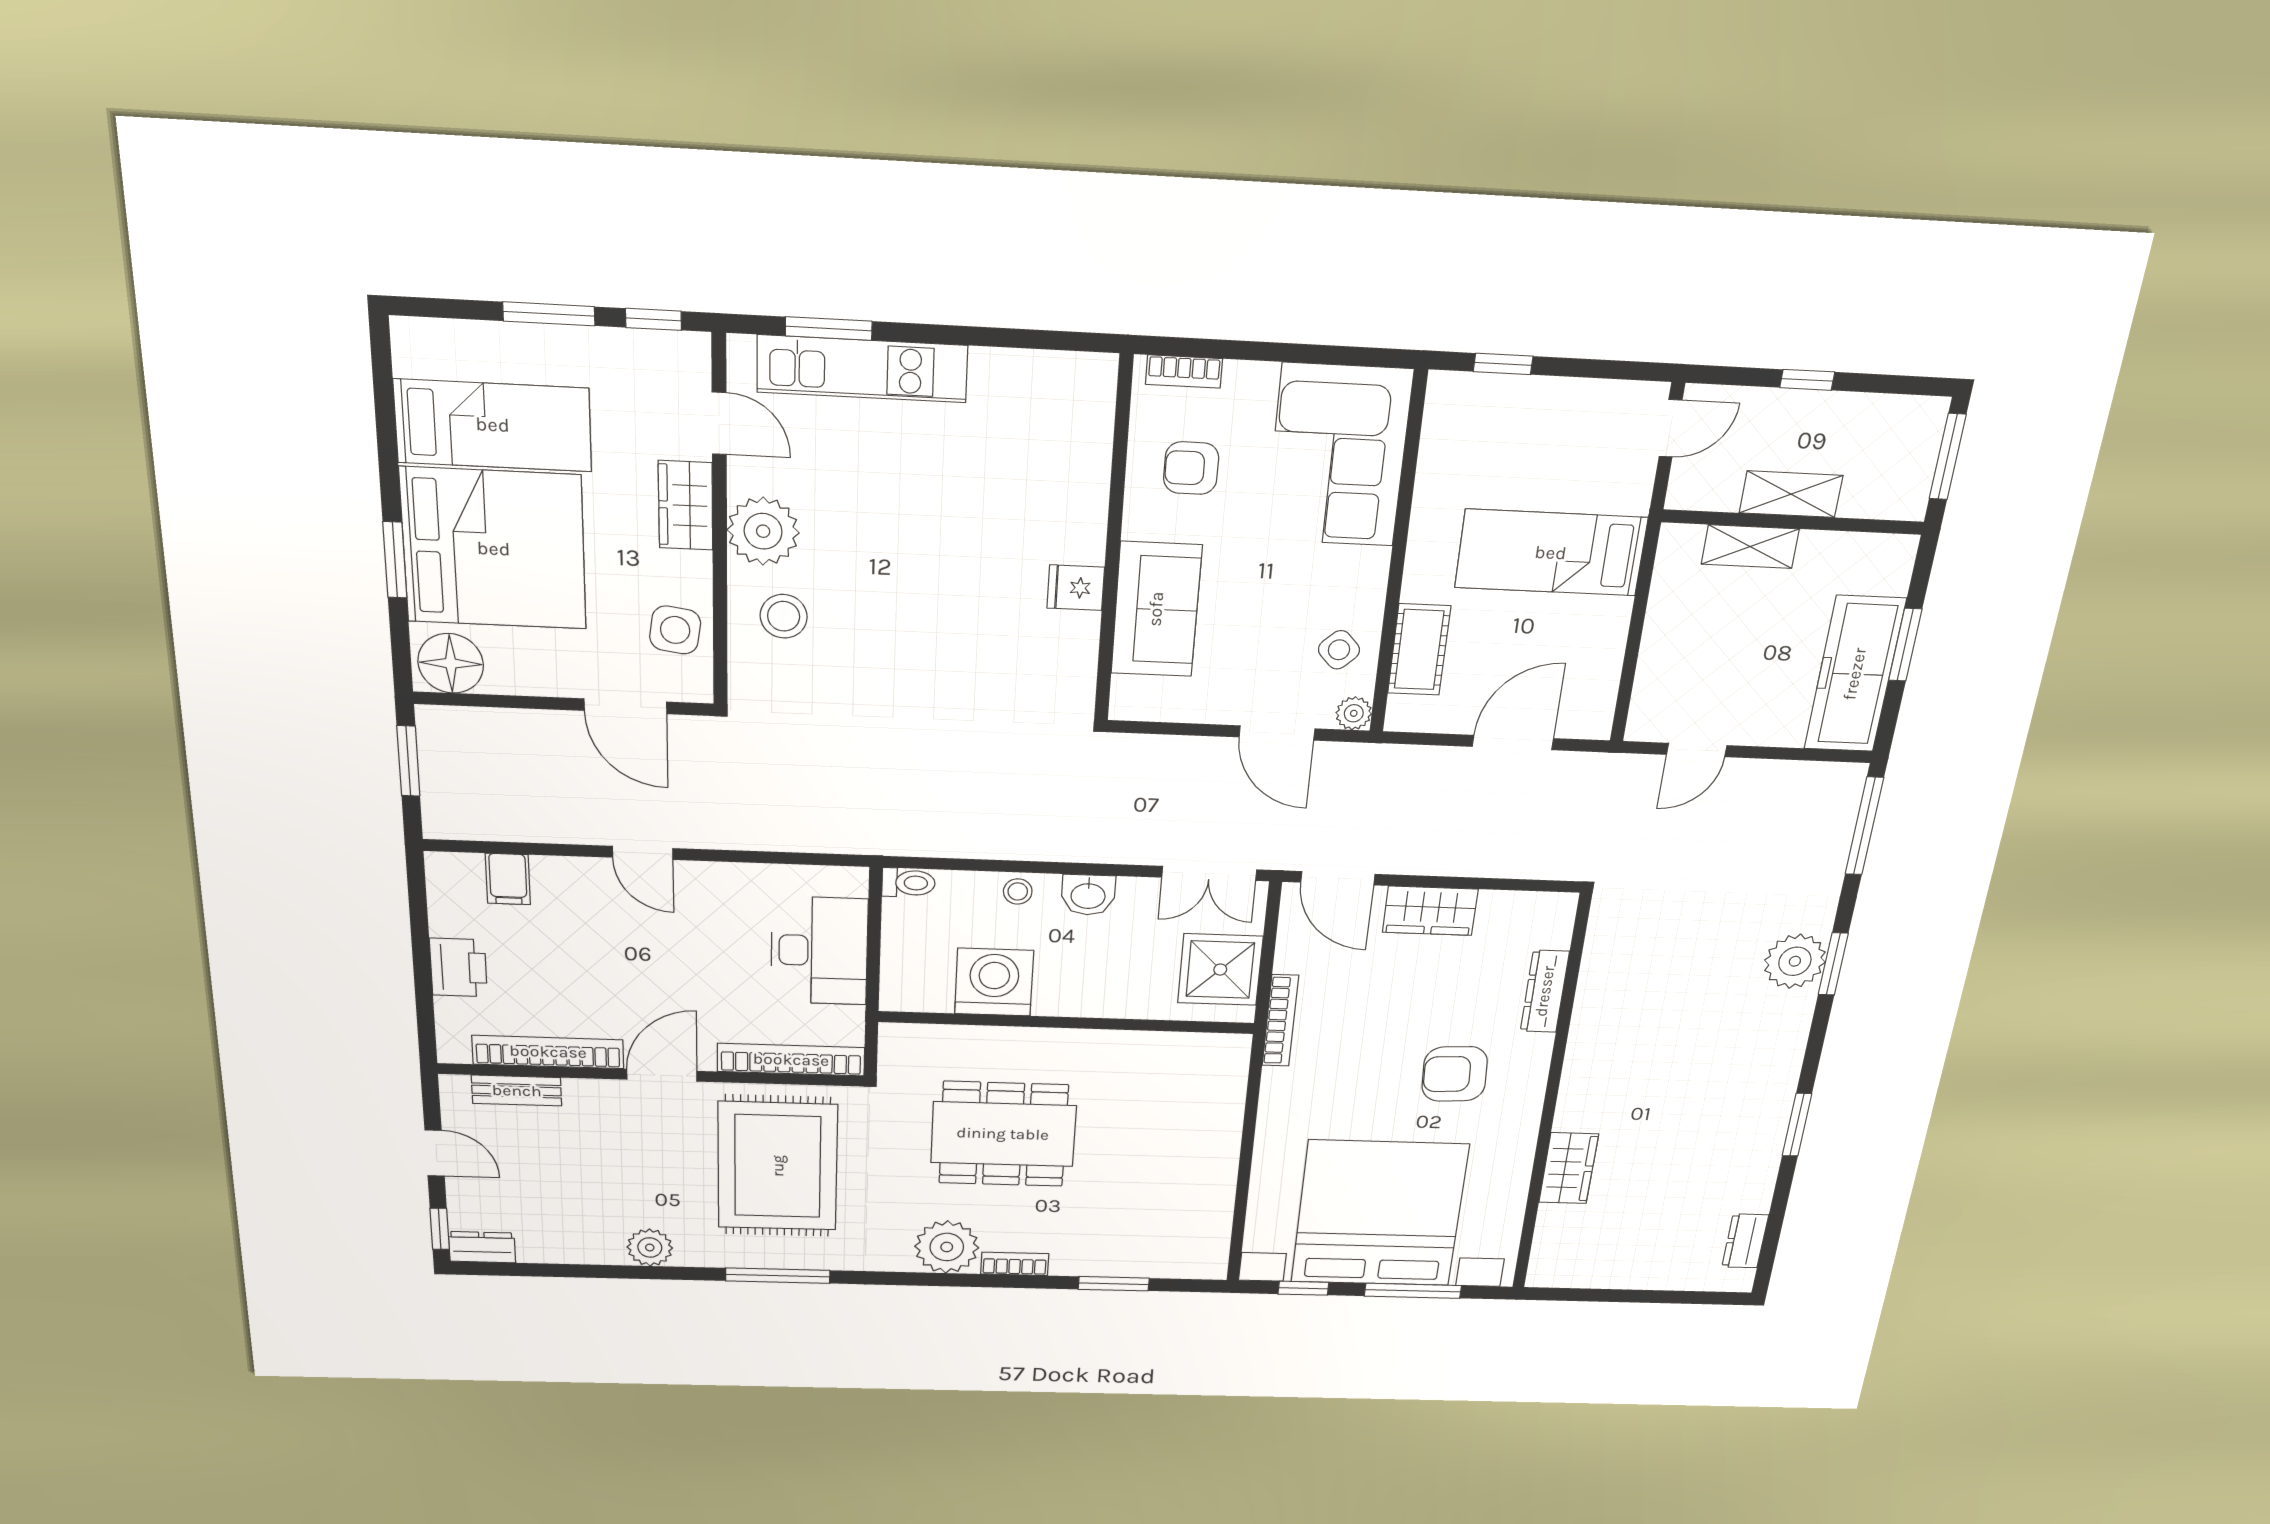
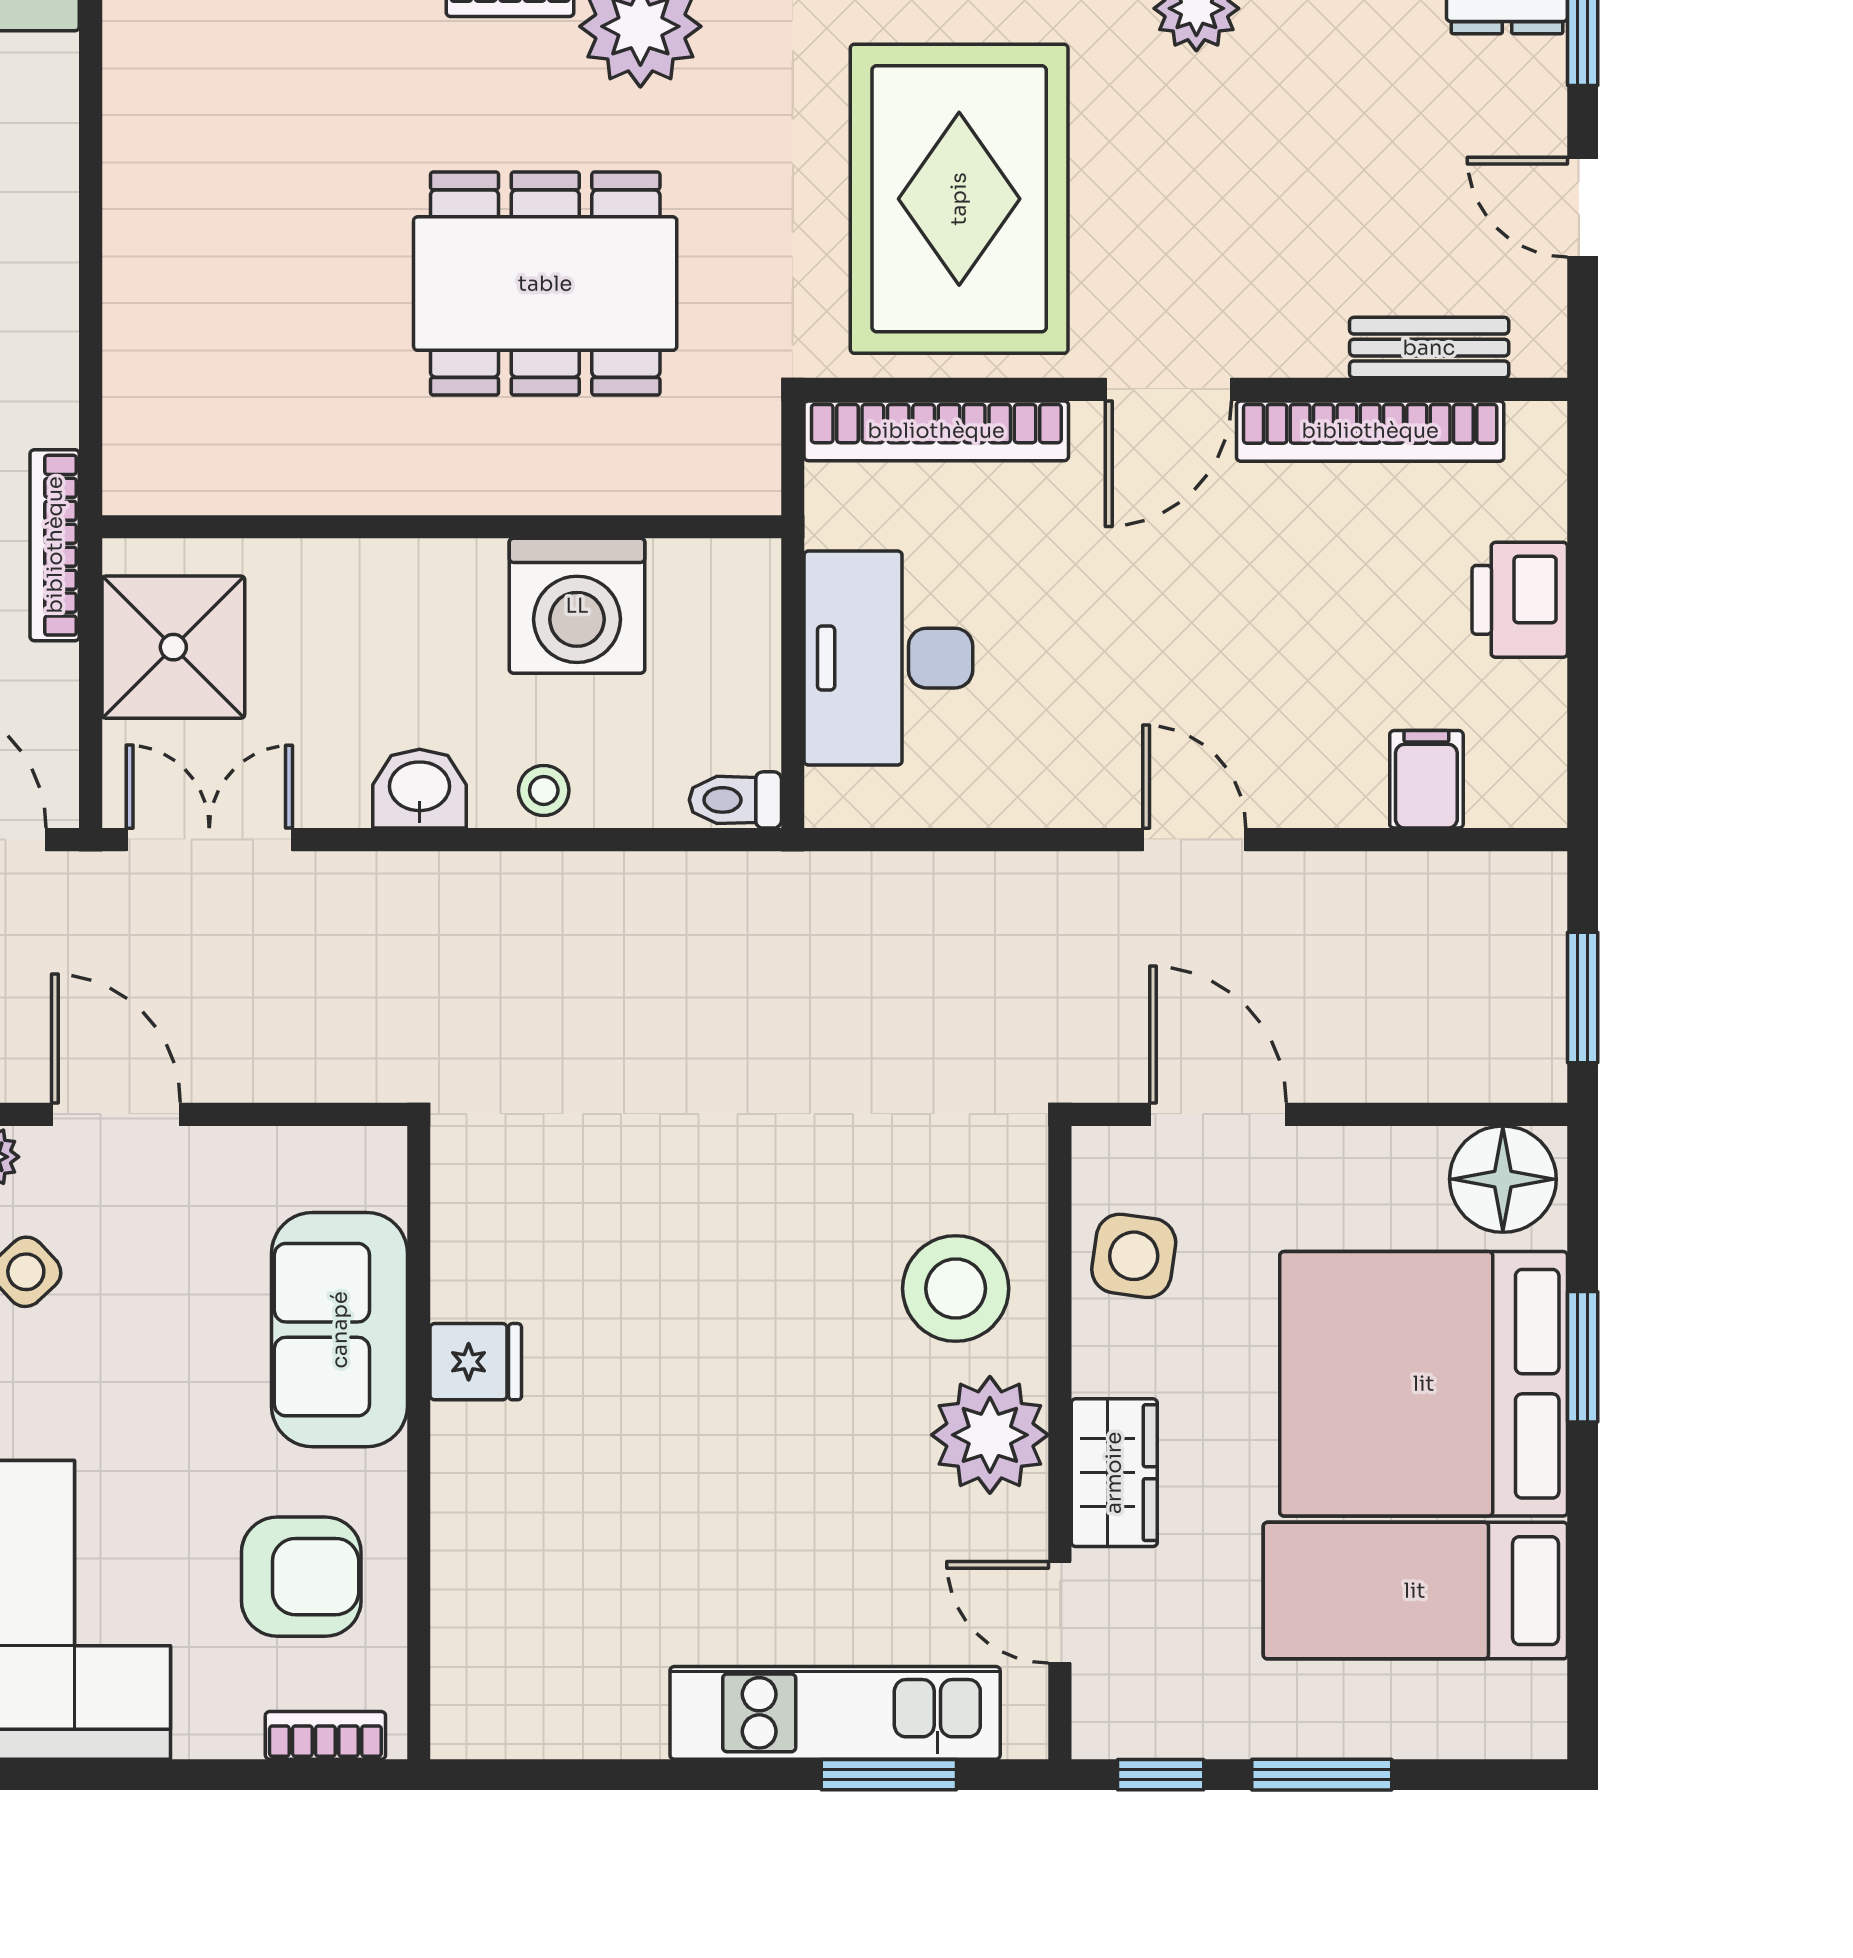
armchair: (1191, 468) -> (301, 1577), width x1.38, depth x1.38
stool: (784, 616) -> (956, 1289), width x1.38, depth x1.38

